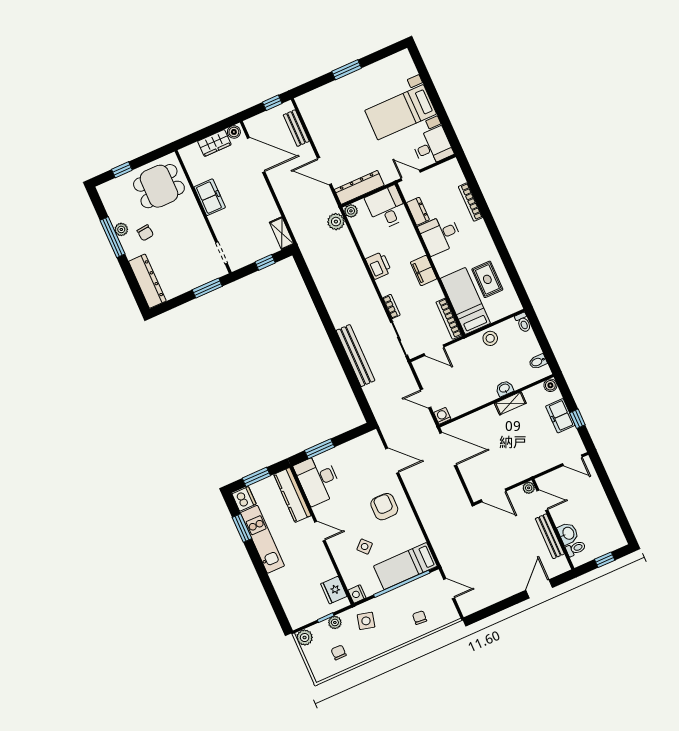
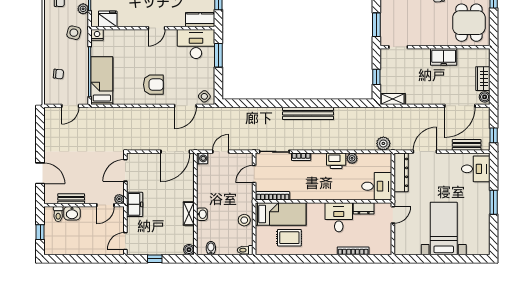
desk: (432, 147) -> (476, 169), moved, turned -90
plant: (351, 211) -> (352, 158), moved
filing cabinet: (424, 271) -> (317, 193), removed
bench: (355, 356) -> (308, 113), moved
freezer: (560, 416) -> (135, 204), moved, turned 90
kitchen counter: (292, 495) -> (200, 20), width x0.67
bench: (550, 536) -> (71, 199), width x0.73
side table: (365, 547) -> (204, 96), moved

